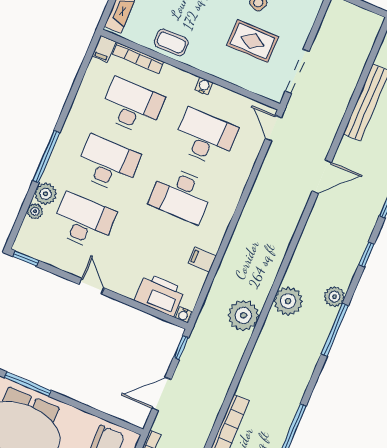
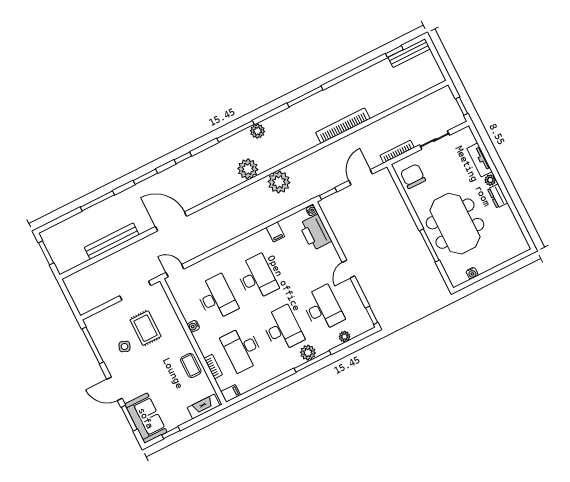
bookcase: (138, 58) -> (213, 367), width x0.64
door: (273, 128) -> (175, 271), swing flipped
desk: (205, 137) -> (216, 298), turned 180
desk: (108, 164) -> (283, 329), turned 180
door: (322, 177) -> (171, 221), width x1.36
plant: (46, 194) -> (308, 353), moved
desk: (83, 221) -> (323, 308), turned 180
plant: (334, 297) -> (257, 131), moved
door: (162, 394) -> (361, 177), swing flipped

